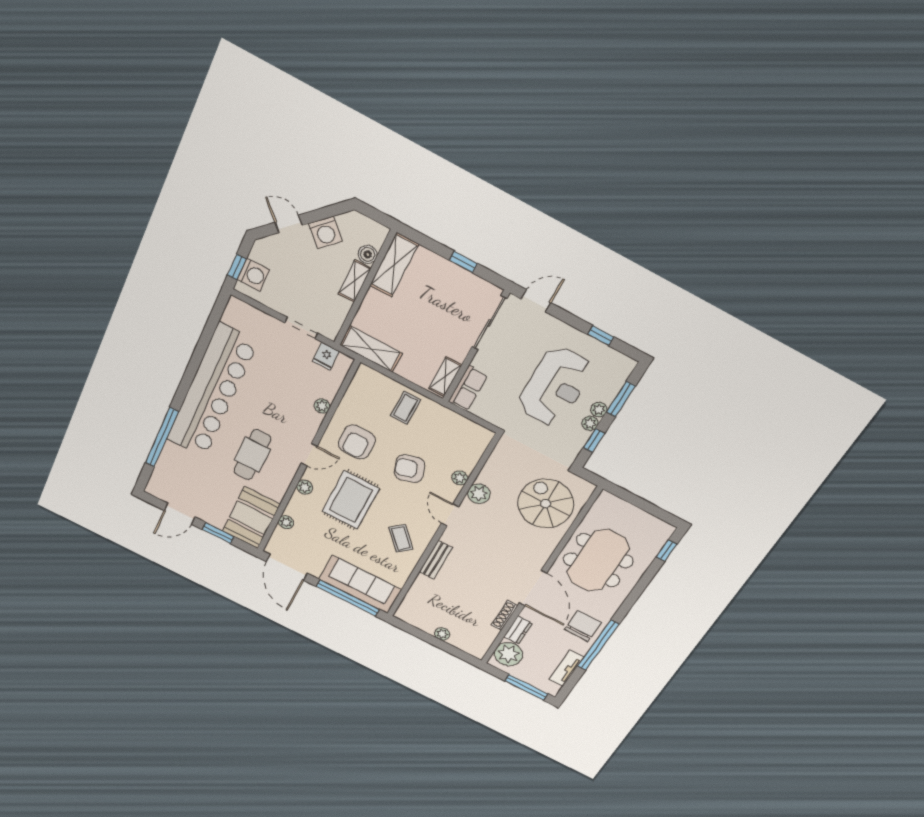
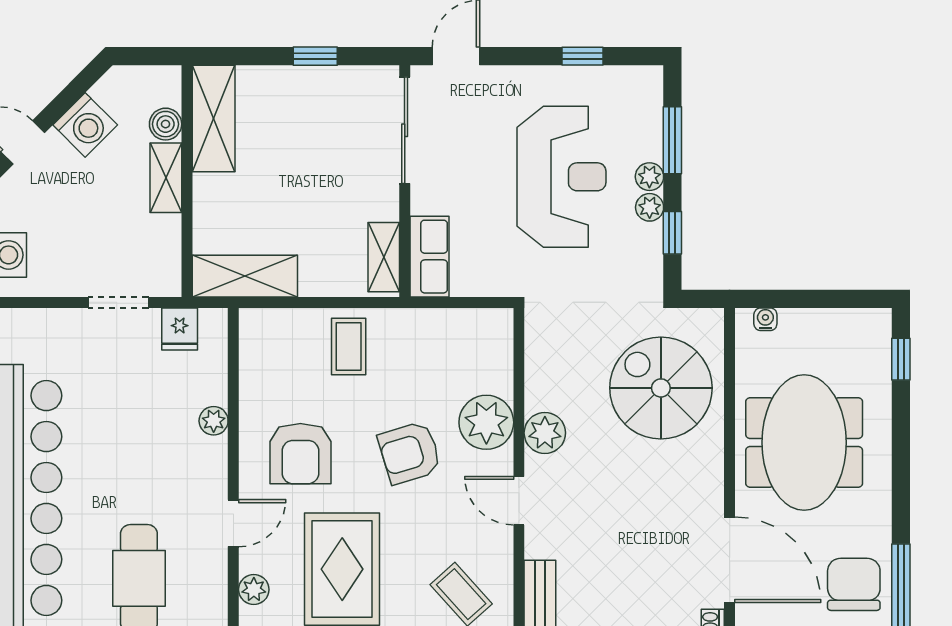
plant: (460, 478) -> (486, 422), width x1.87, depth x1.87
water cooler: (614, 501) -> (765, 319), added

